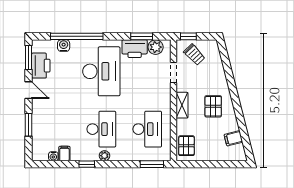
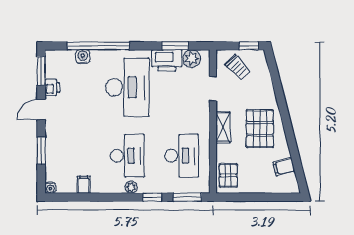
window: (188, 36) -> (249, 46), moved
printer: (41, 66) -> (52, 87), width x0.53, depth x0.68
door: (29, 90) -> (41, 109), swing flipped
pallet: (213, 106) -> (260, 129), width x1.50, depth x1.42
water cooler: (53, 156) -> (50, 188), moved
window: (87, 164) -> (152, 197), moved

